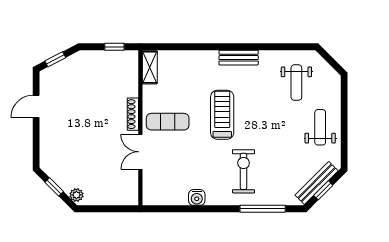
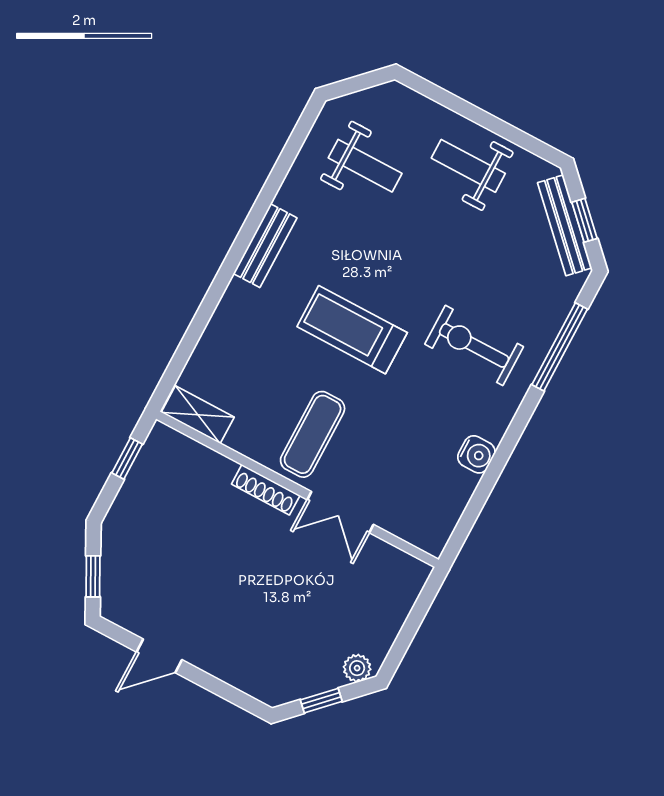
door: (36, 106) -> (159, 656), hinge flipped

